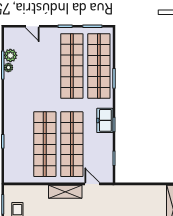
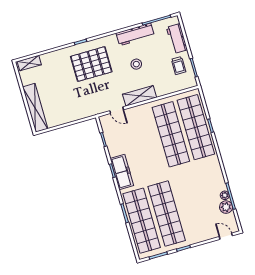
door: (32, 26) -> (226, 236), moved
freezer: (105, 120) -> (122, 172), width x1.40
shop shelf: (72, 144) -> (196, 127), moved

